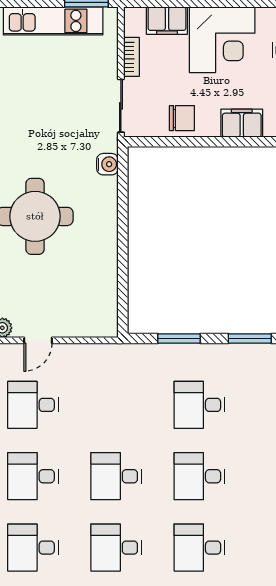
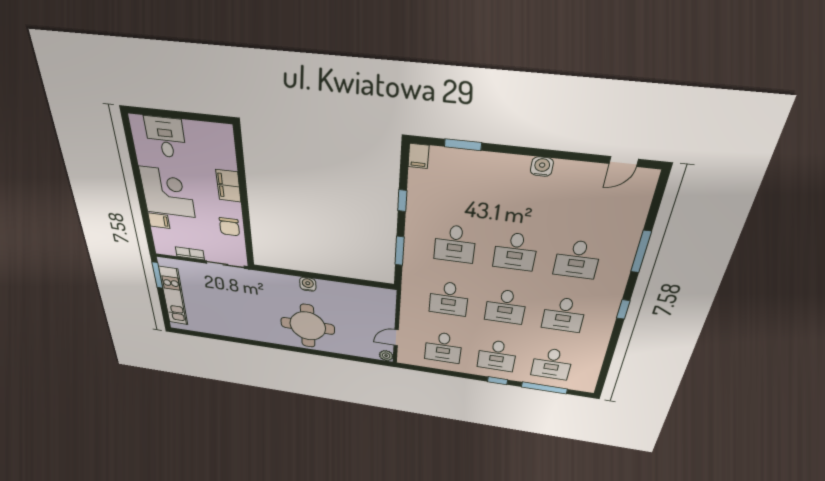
filing cabinet: (167, 21) -> (159, 221), width x0.50
chair: (182, 118) -> (229, 227), turned 180
water cooler: (107, 164) -> (308, 284), moved
window: (250, 339) -> (402, 201), width x0.67
door: (38, 340) -> (396, 338), swing flipped
desk: (116, 405) -> (449, 299), added

